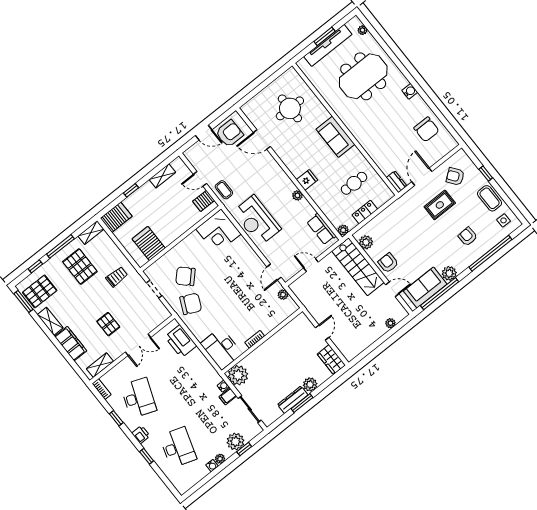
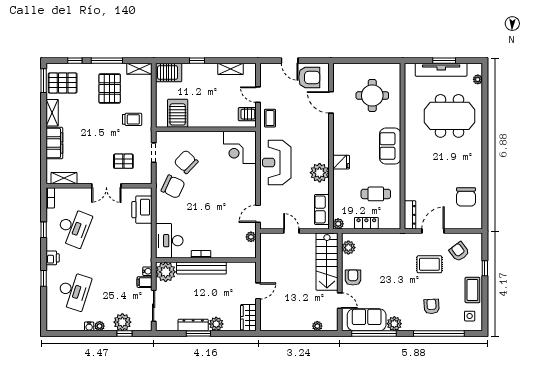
water cooler: (410, 91) -> (477, 157), removed
dresser: (397, 182) -> (410, 215), width x1.44
plant: (297, 195) -> (320, 173), width x1.88, depth x1.88
pallet: (108, 324) -> (123, 161), moved, turned 90
bench: (264, 350) -> (201, 268), added

